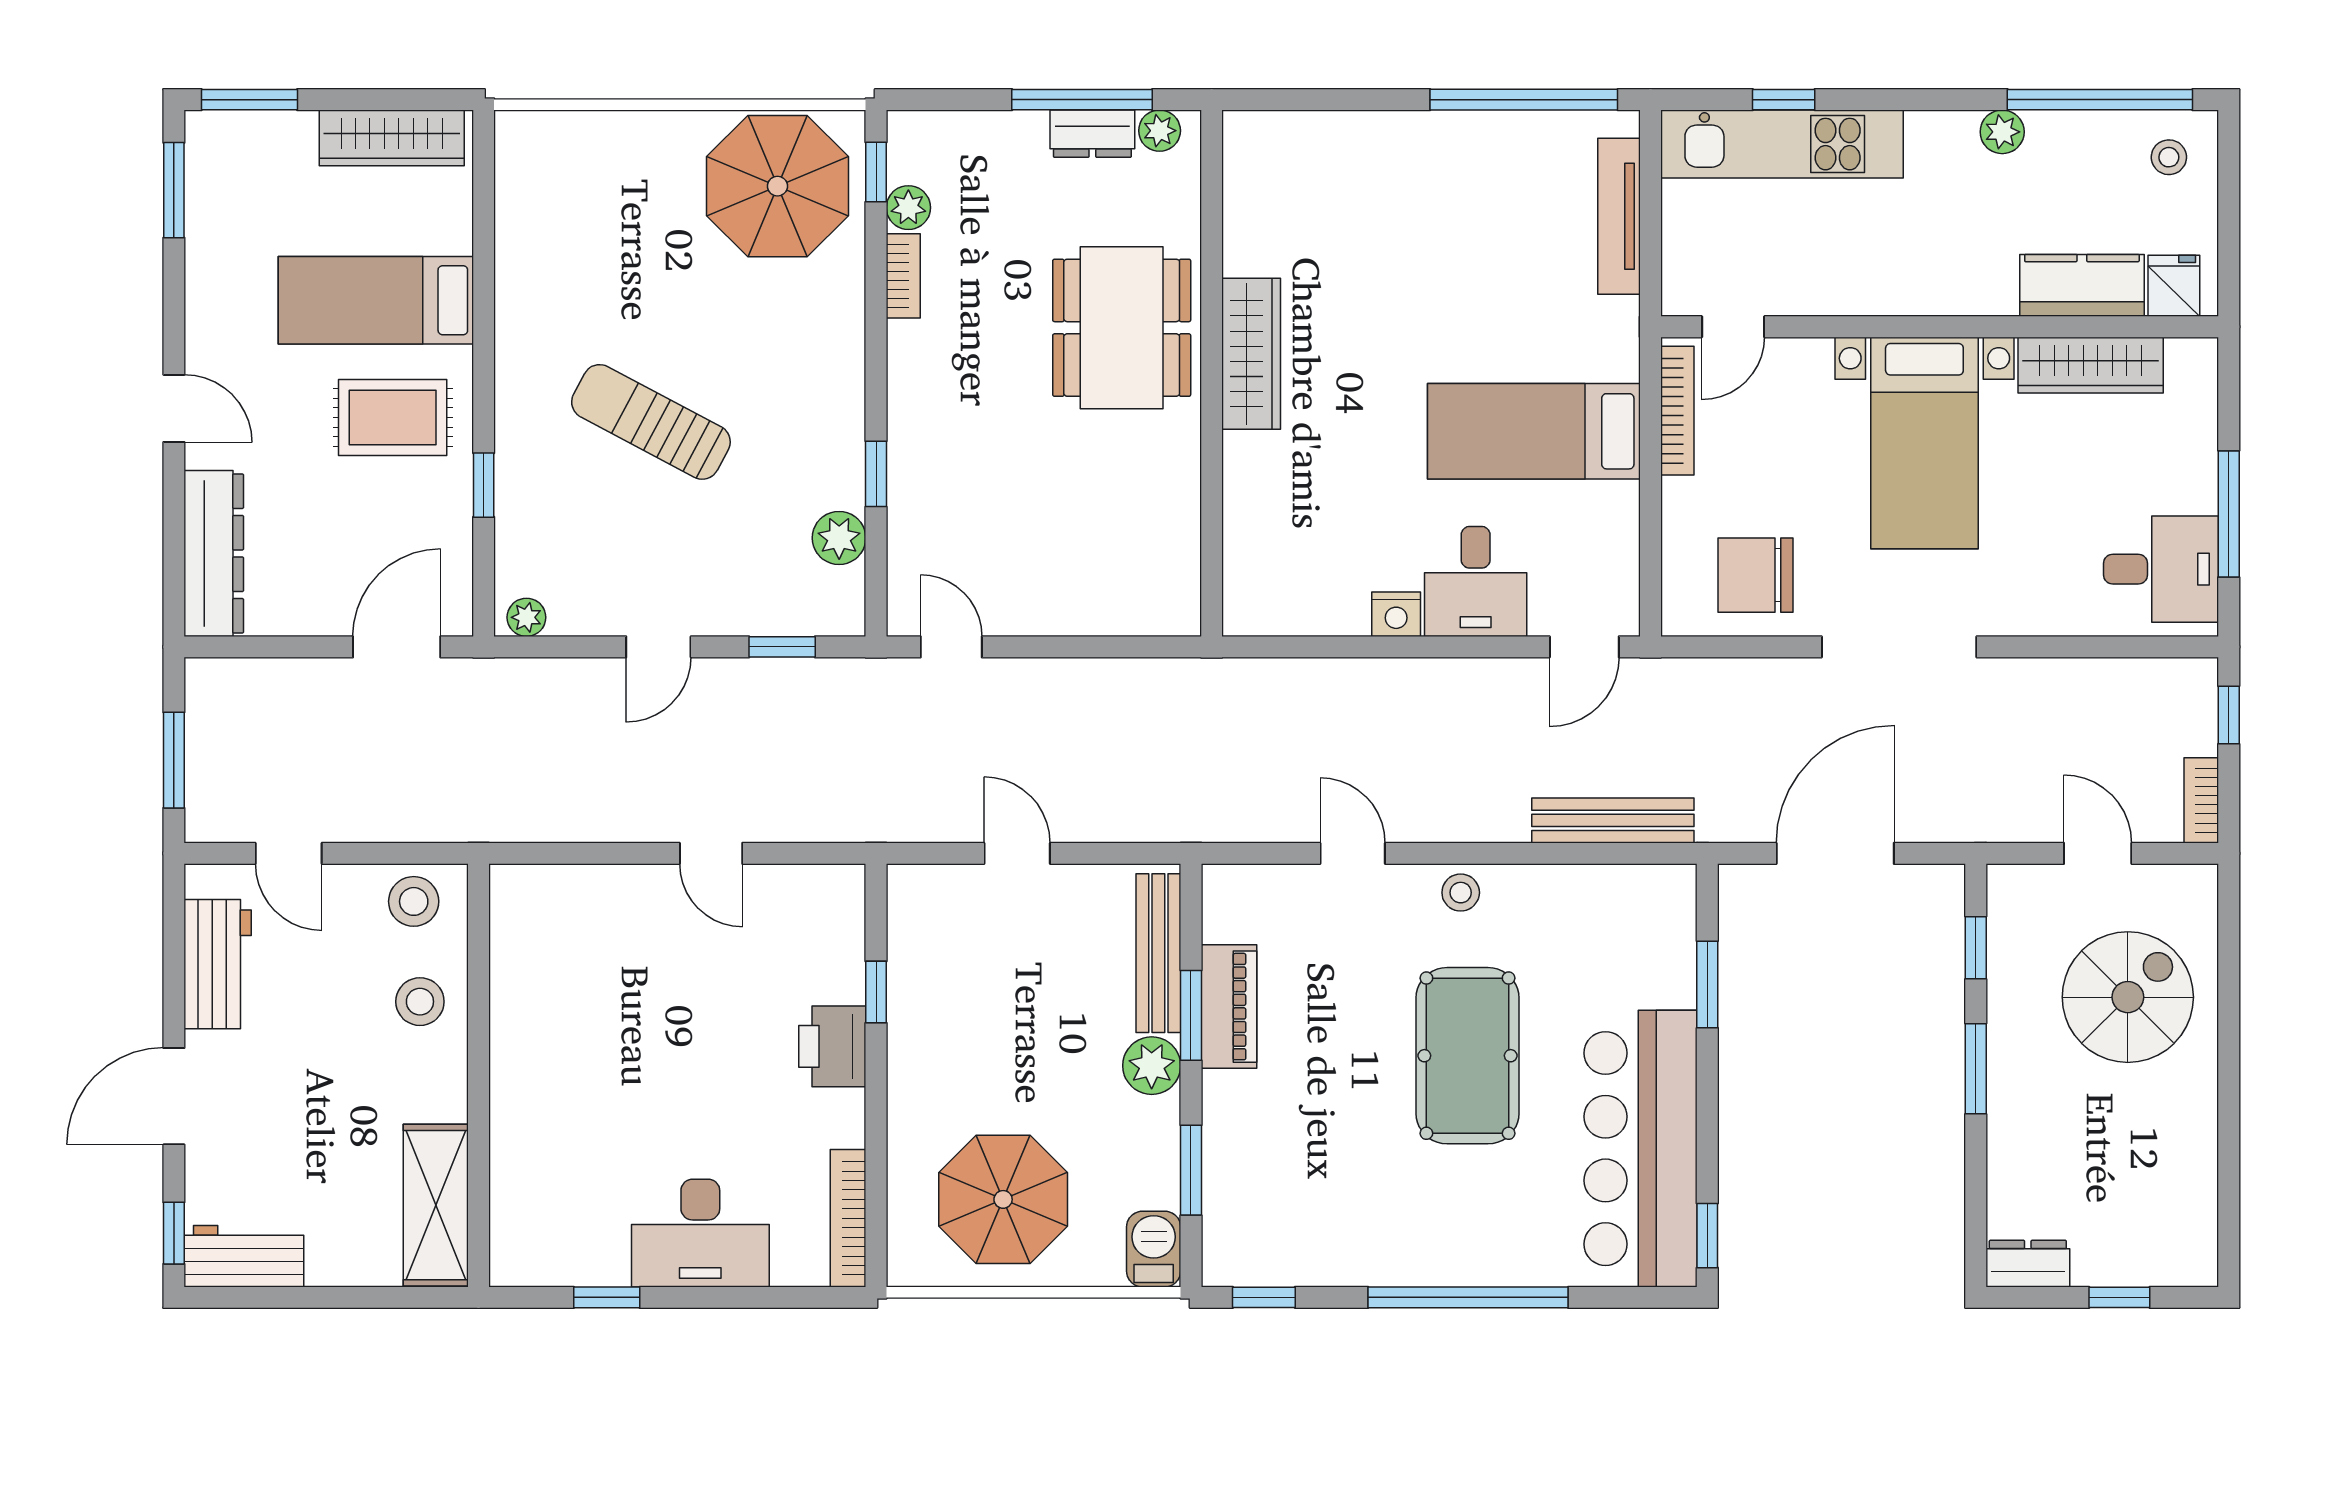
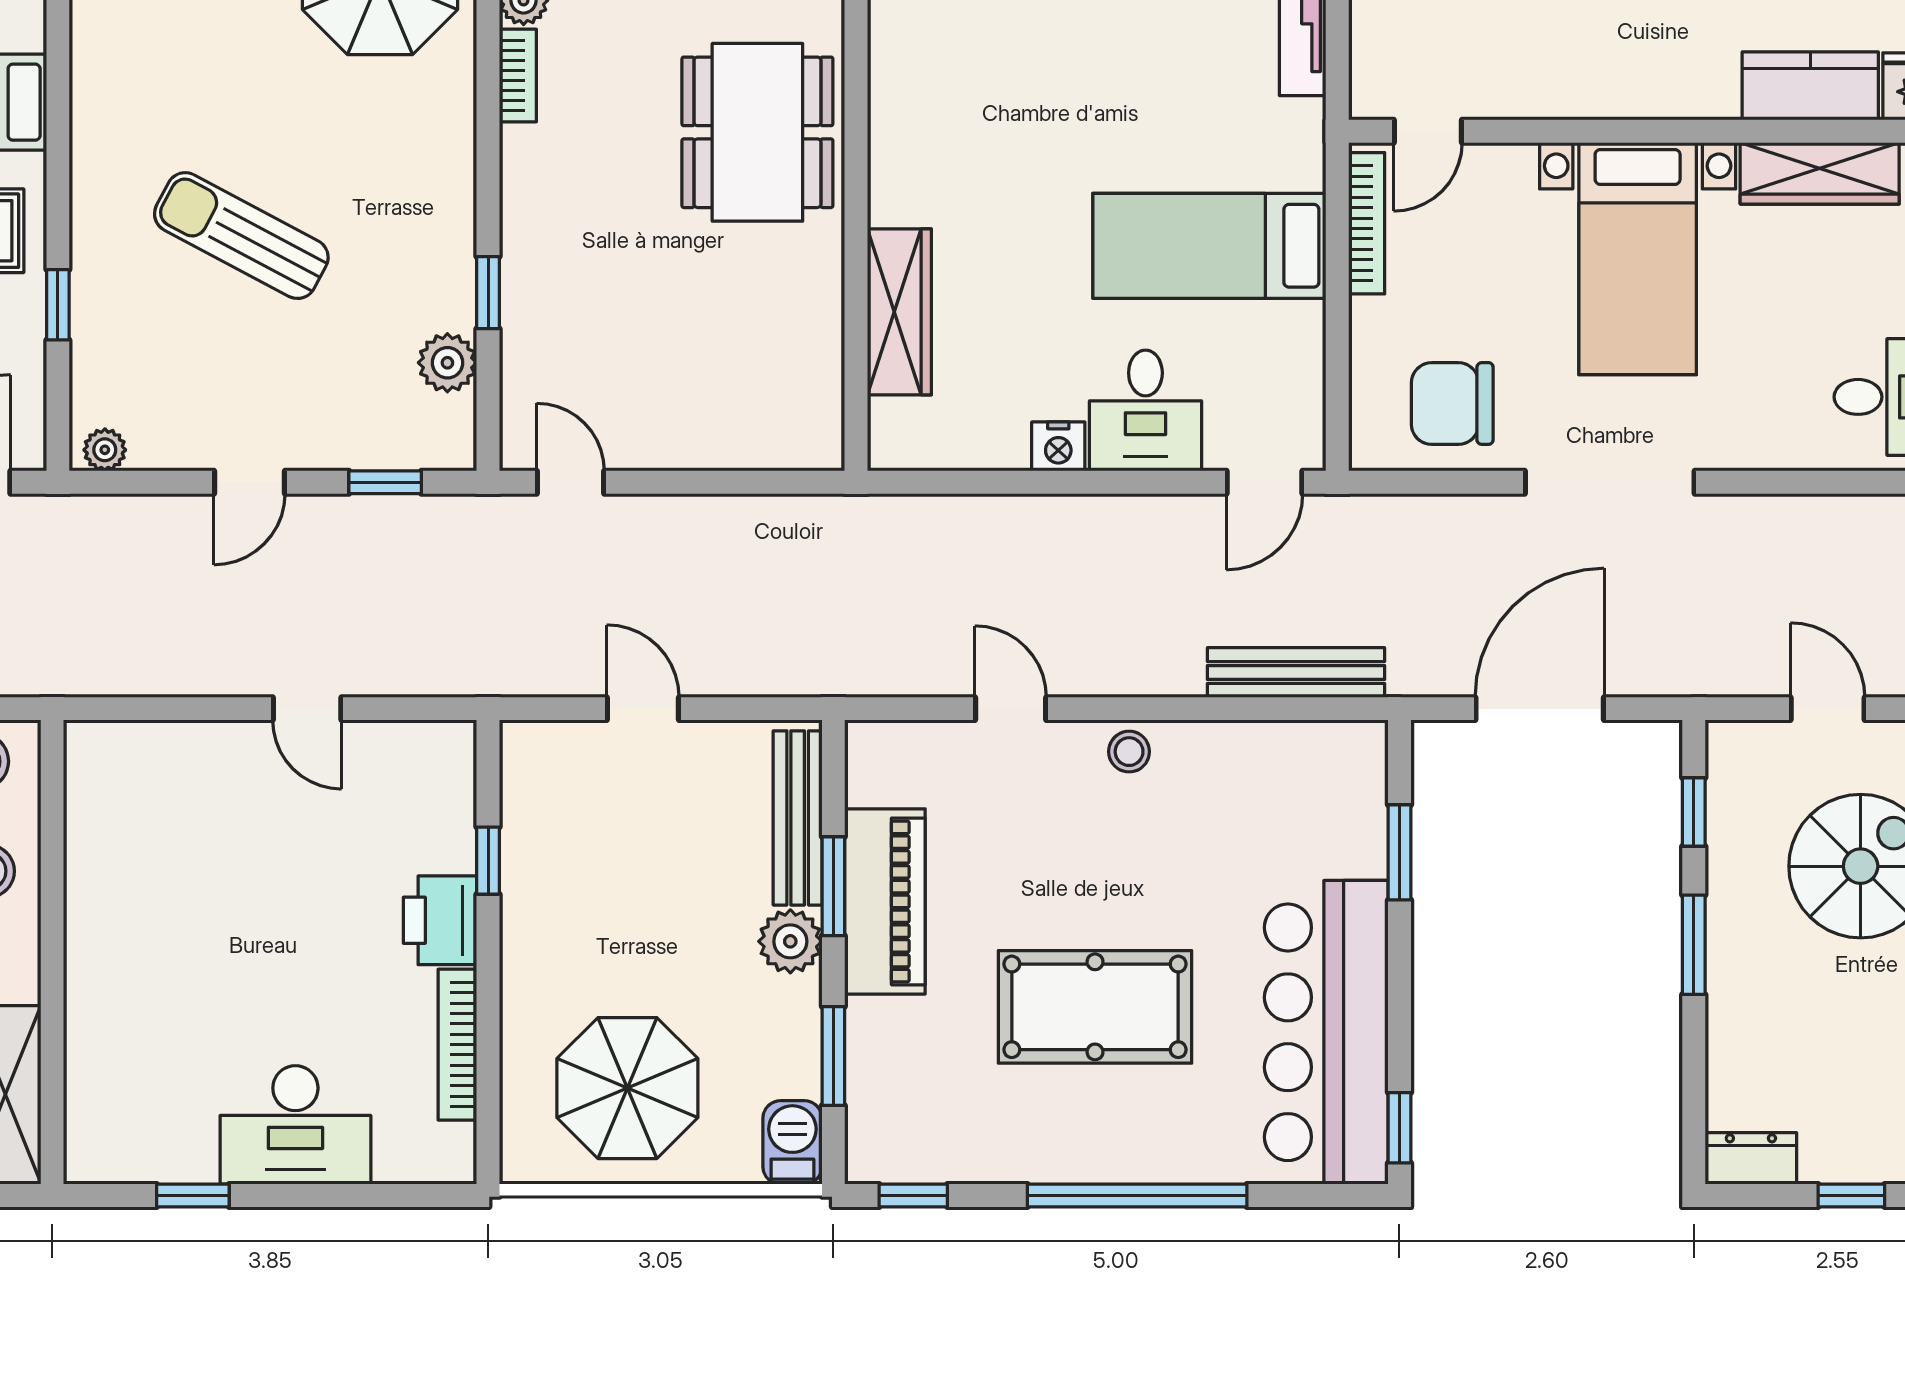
wardrobe: (1251, 354) -> (899, 312), moved
piano: (1229, 1007) -> (885, 901), width x1.37, depth x1.33
pool table: (1467, 1056) -> (1095, 1007), moved, turned 90
bookcase: (848, 1218) -> (457, 1045), moved

